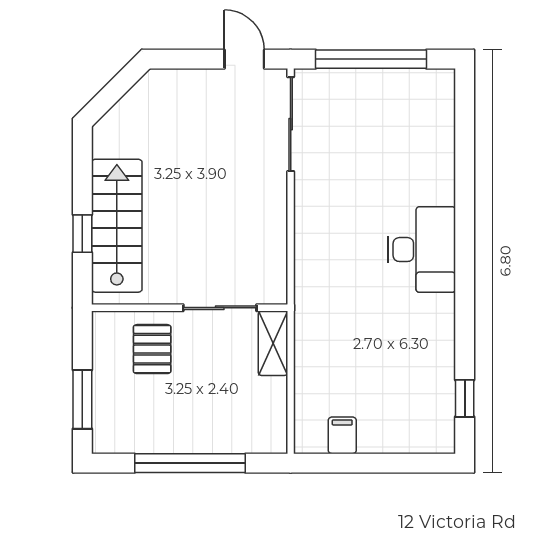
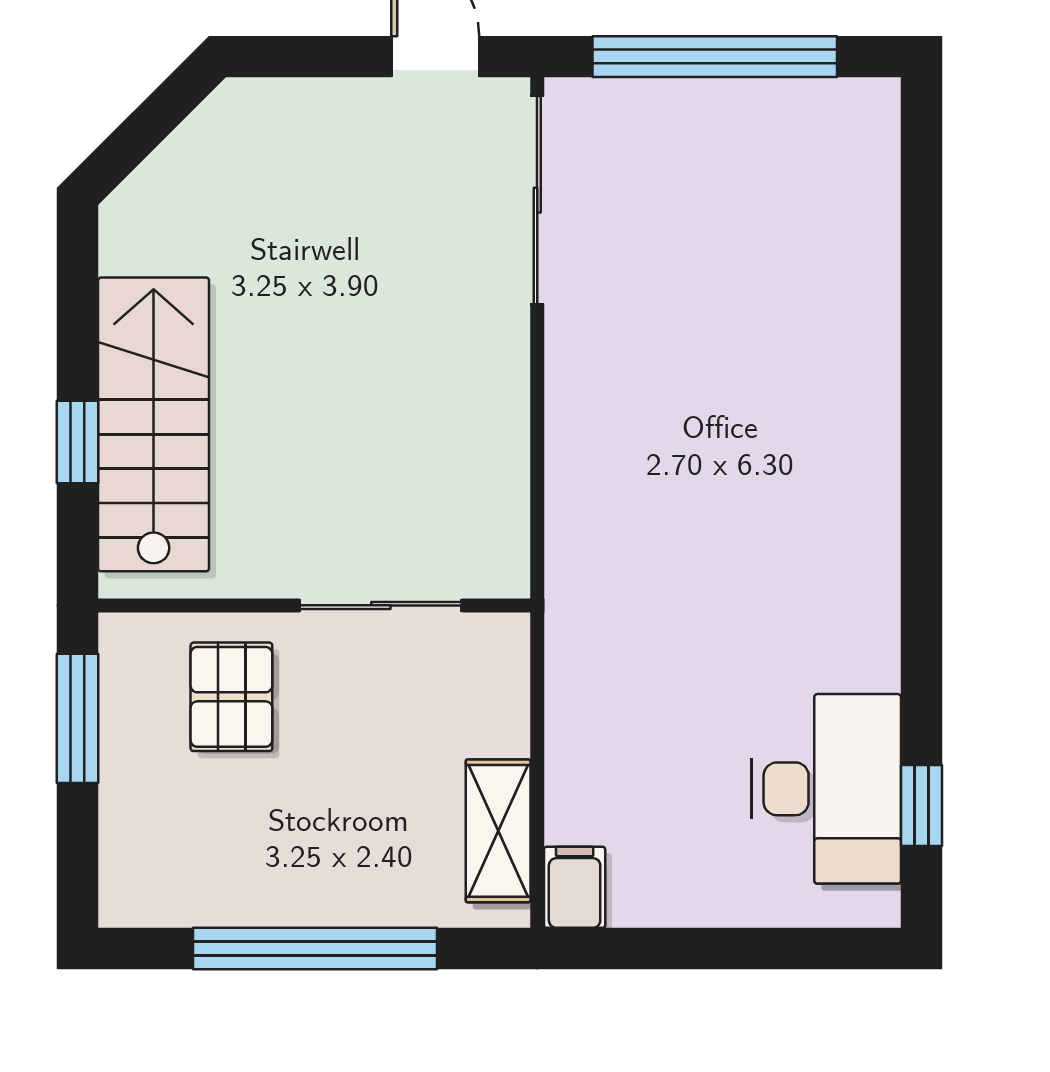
desk: (422, 250) -> (826, 789), moved
shelving: (273, 343) -> (498, 831), moved
window: (82, 399) -> (77, 718), moved
filing cabinet: (342, 435) -> (575, 887), moved

